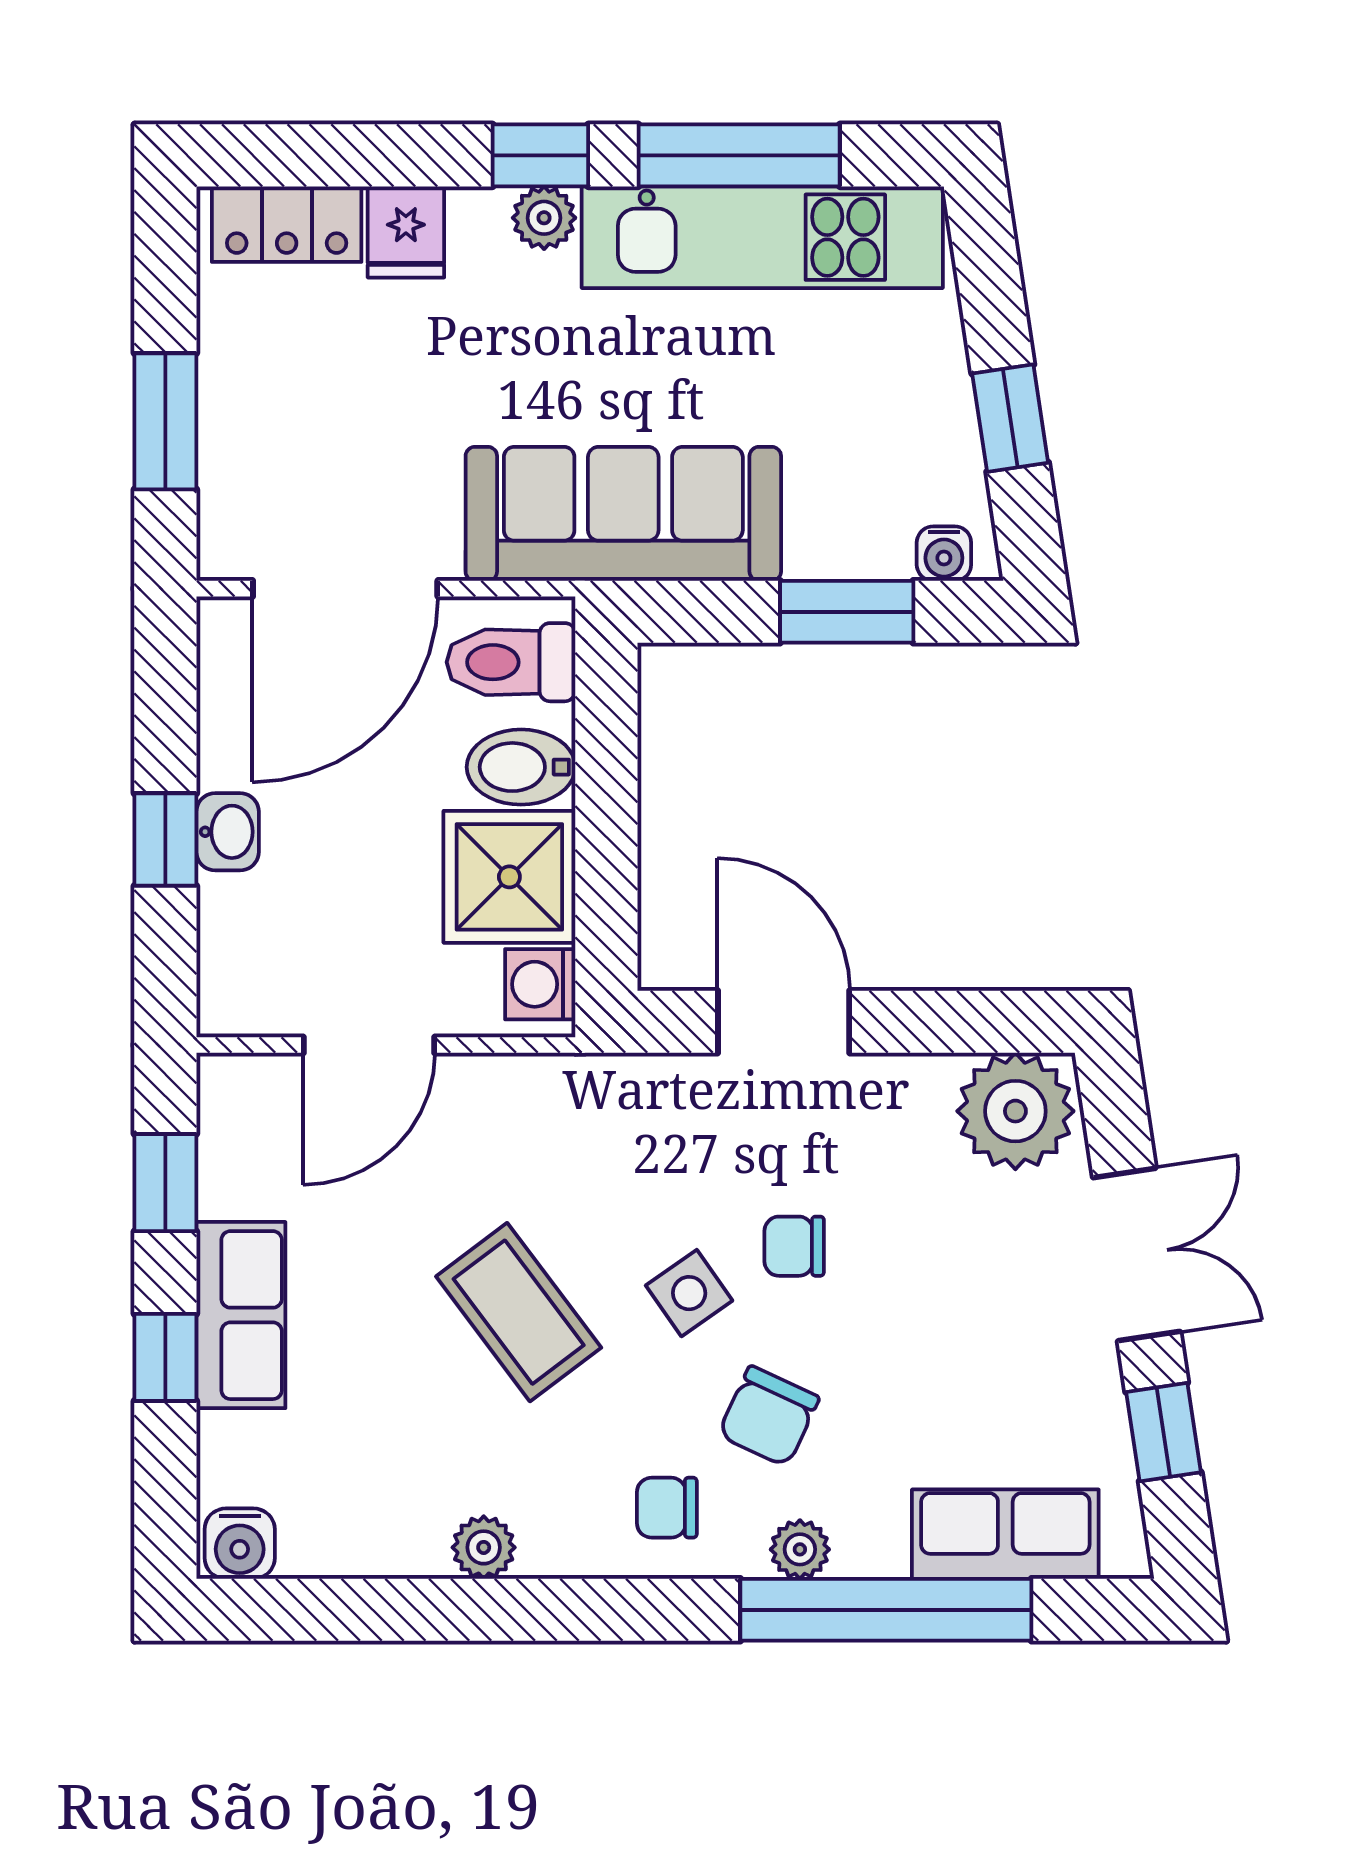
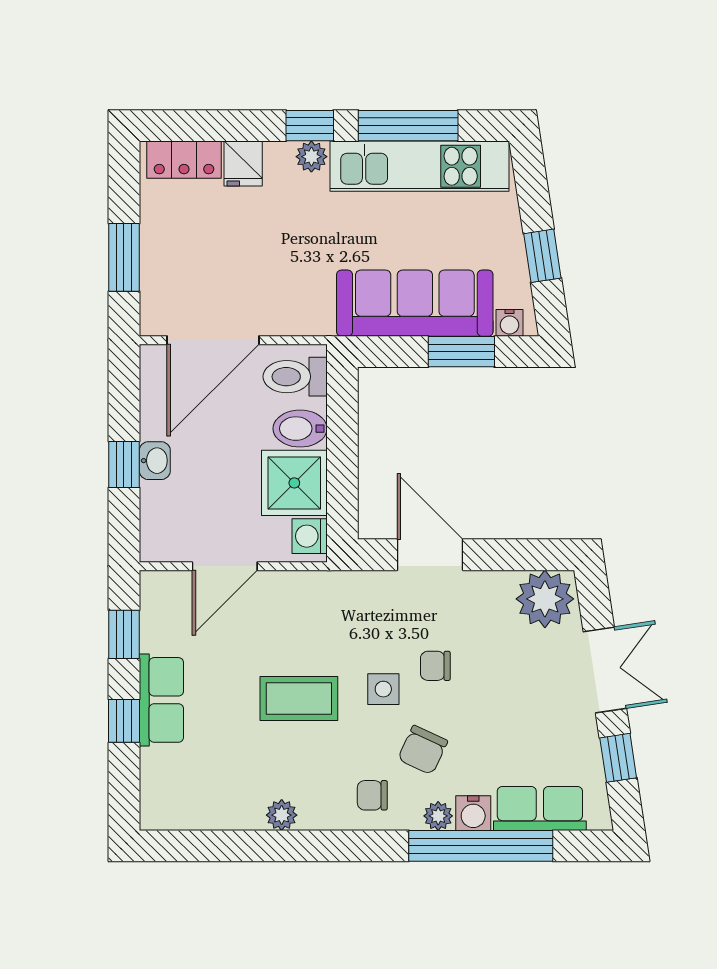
sofa: (623, 514) -> (415, 303), moved
side table: (689, 1293) -> (383, 689), turned 35
coffee table: (519, 1312) -> (299, 698), turned -53
water cooler: (240, 1544) -> (473, 813), moved

